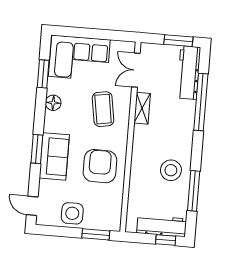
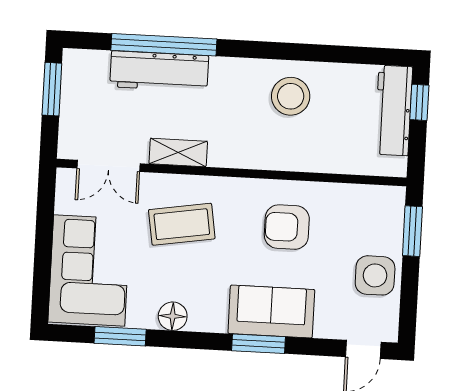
workbench: (189, 73) -> (159, 71), moved
armchair: (100, 166) -> (287, 227), width x0.73, depth x0.73
window: (194, 191) -> (327, 54), removed

